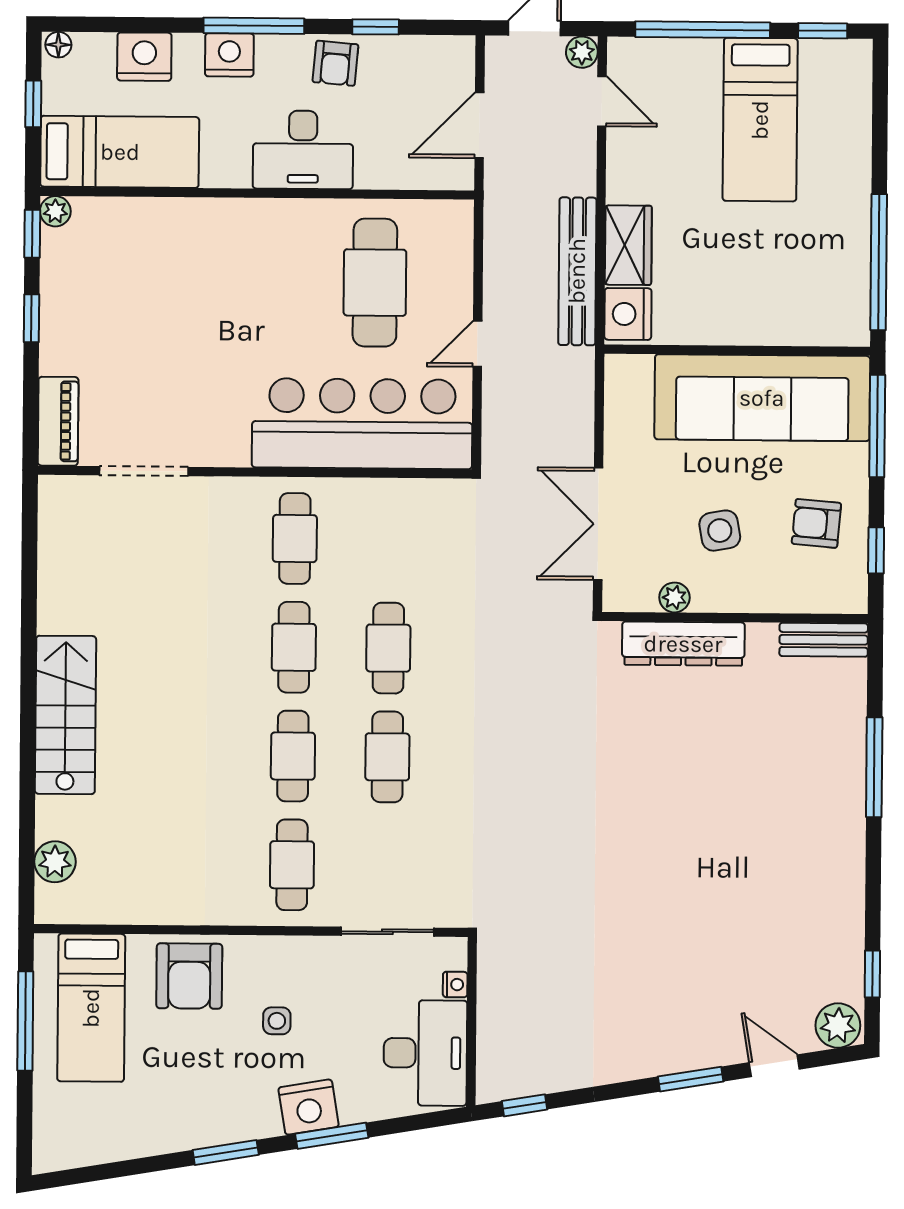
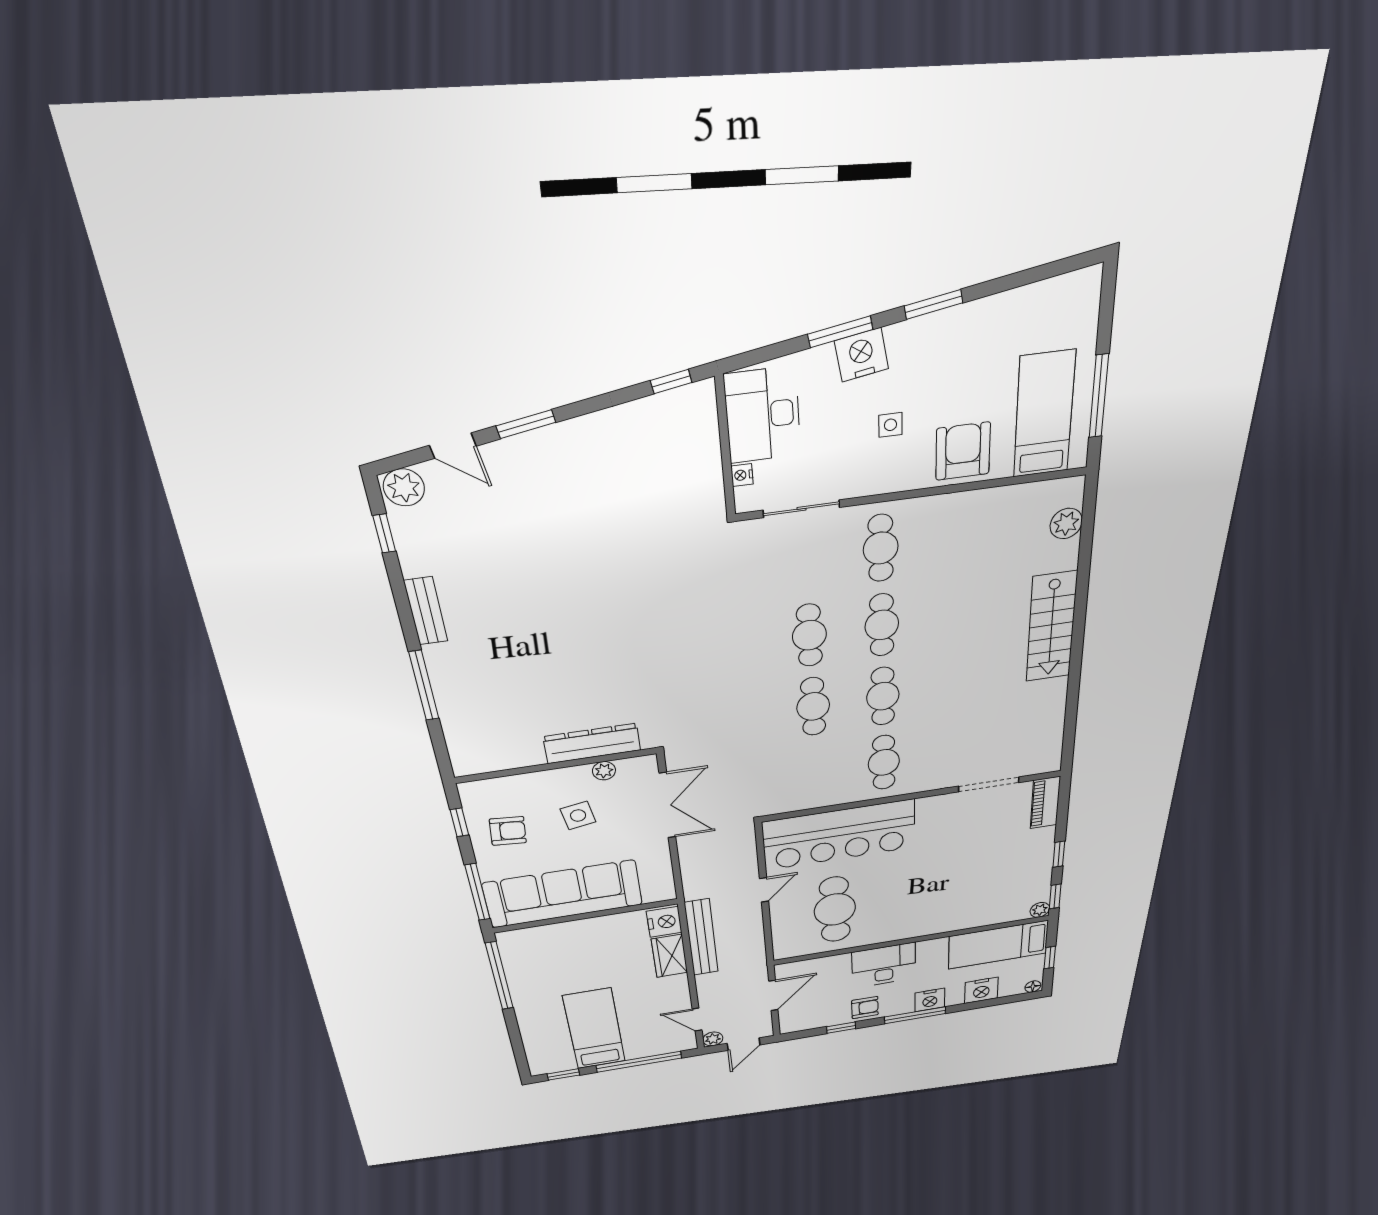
armchair: (335, 63) -> (865, 1008), turned 85
bench: (824, 640) -> (426, 611), moved, turned 90

